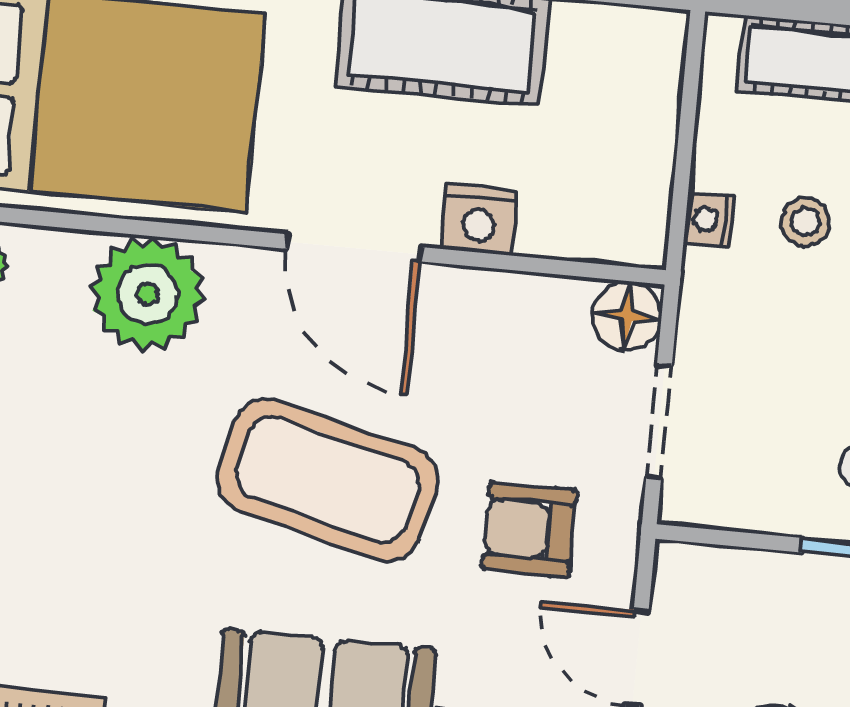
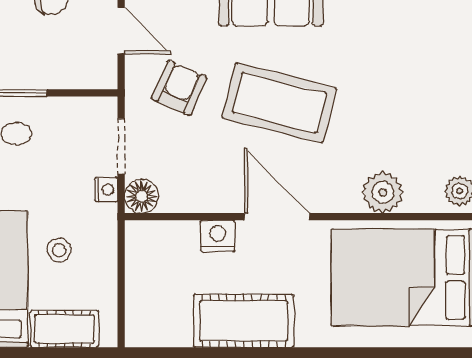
nightstand: (709, 220) -> (106, 190), moved
plant: (148, 294) -> (383, 192), width x0.73, depth x0.73
armchair: (529, 530) -> (179, 88), turned -66

